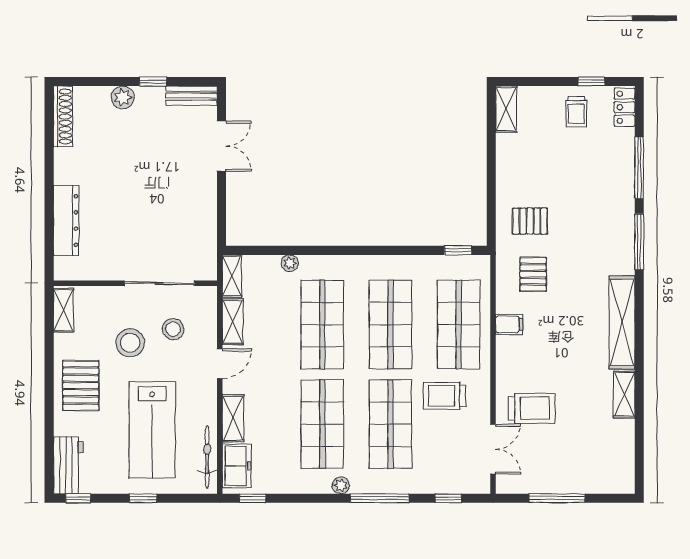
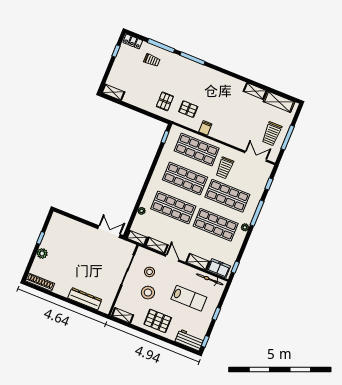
bench: (191, 96) -> (53, 224), removed
trolley: (576, 112) -> (152, 60), moved
double door: (221, 146) -> (109, 232), moved
shelving: (622, 322) -> (279, 102), moved, width x0.68
trolley: (532, 408) -> (272, 134), moved, turned 180
lab bench: (152, 430) -> (189, 298), width x0.73, depth x0.72

